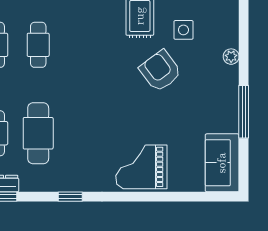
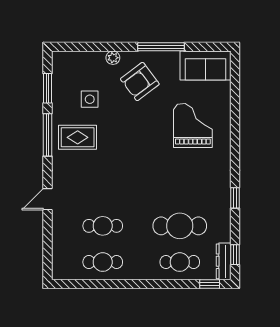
armchair: (160, 71) -> (140, 82), moved
grand piano: (141, 167) -> (193, 125), moved, turned 180

